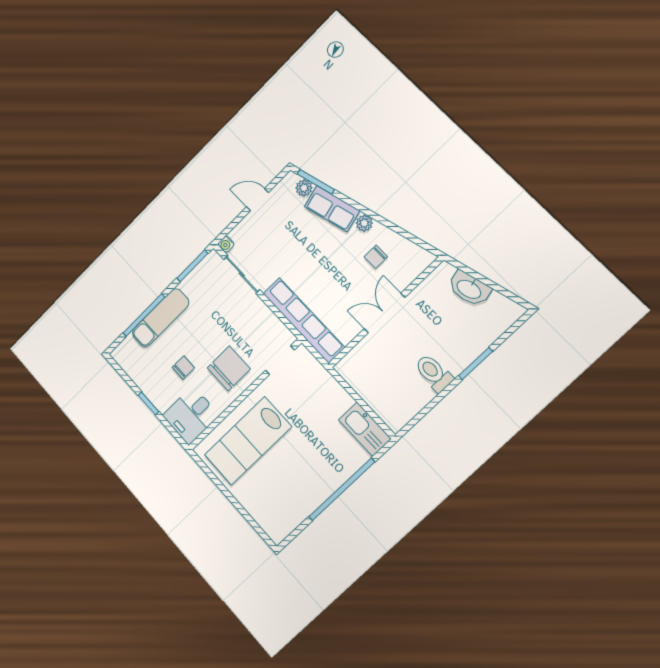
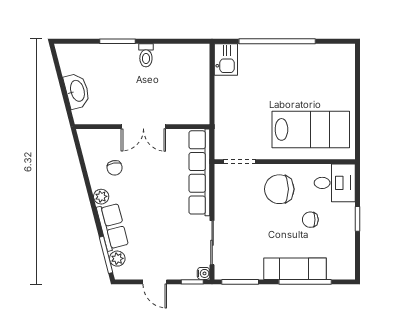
window: (229, 229) -> (192, 282), added
chair: (376, 257) -> (115, 168), turned 80
toilet: (434, 373) -> (146, 55), width x0.73, depth x0.72
kitchen sink: (365, 429) -> (226, 59), width x0.73

